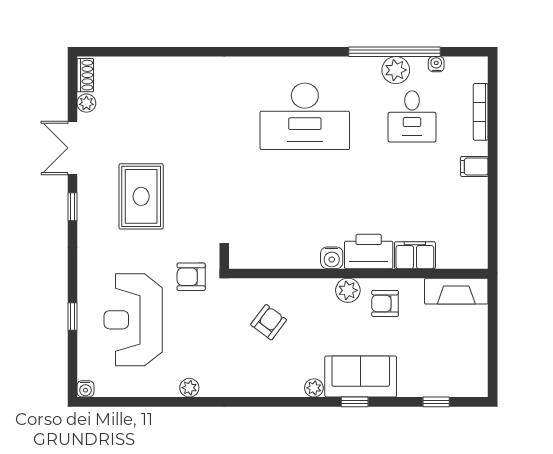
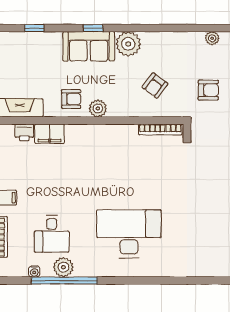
desk: (412, 116) -> (52, 234), turned 180
printer: (369, 252) -> (24, 132), moved, width x0.53, depth x0.68
water cooler: (332, 258) -> (110, 132), removed
bookcase: (261, 261) -> (160, 130), added
armchair: (191, 277) -> (208, 90), moved
plant: (314, 388) -> (128, 44), width x1.88, depth x1.88

